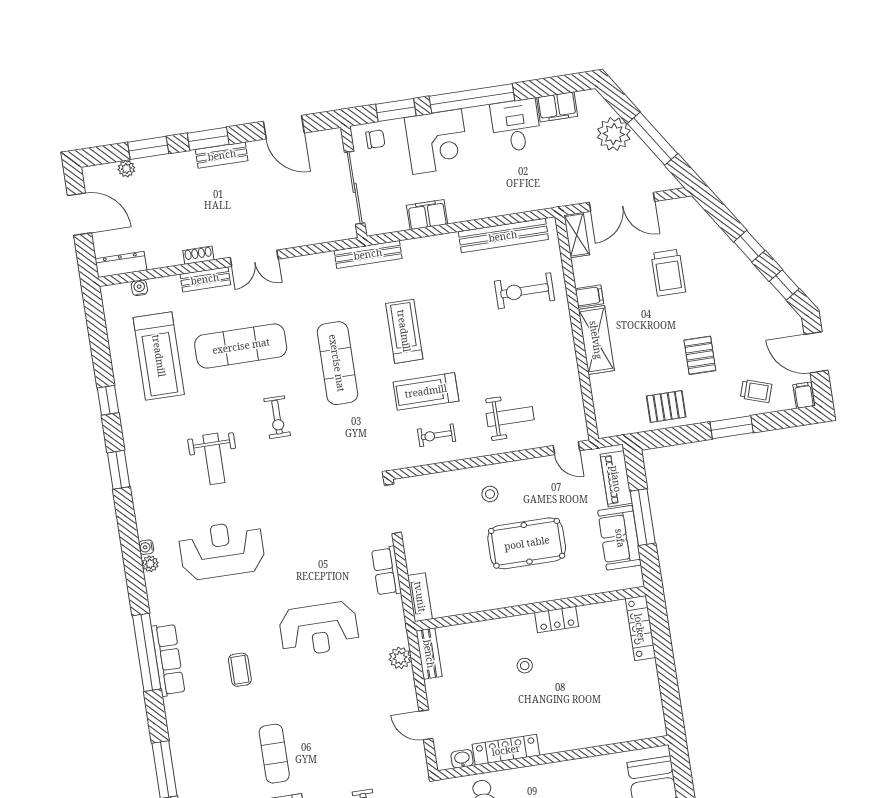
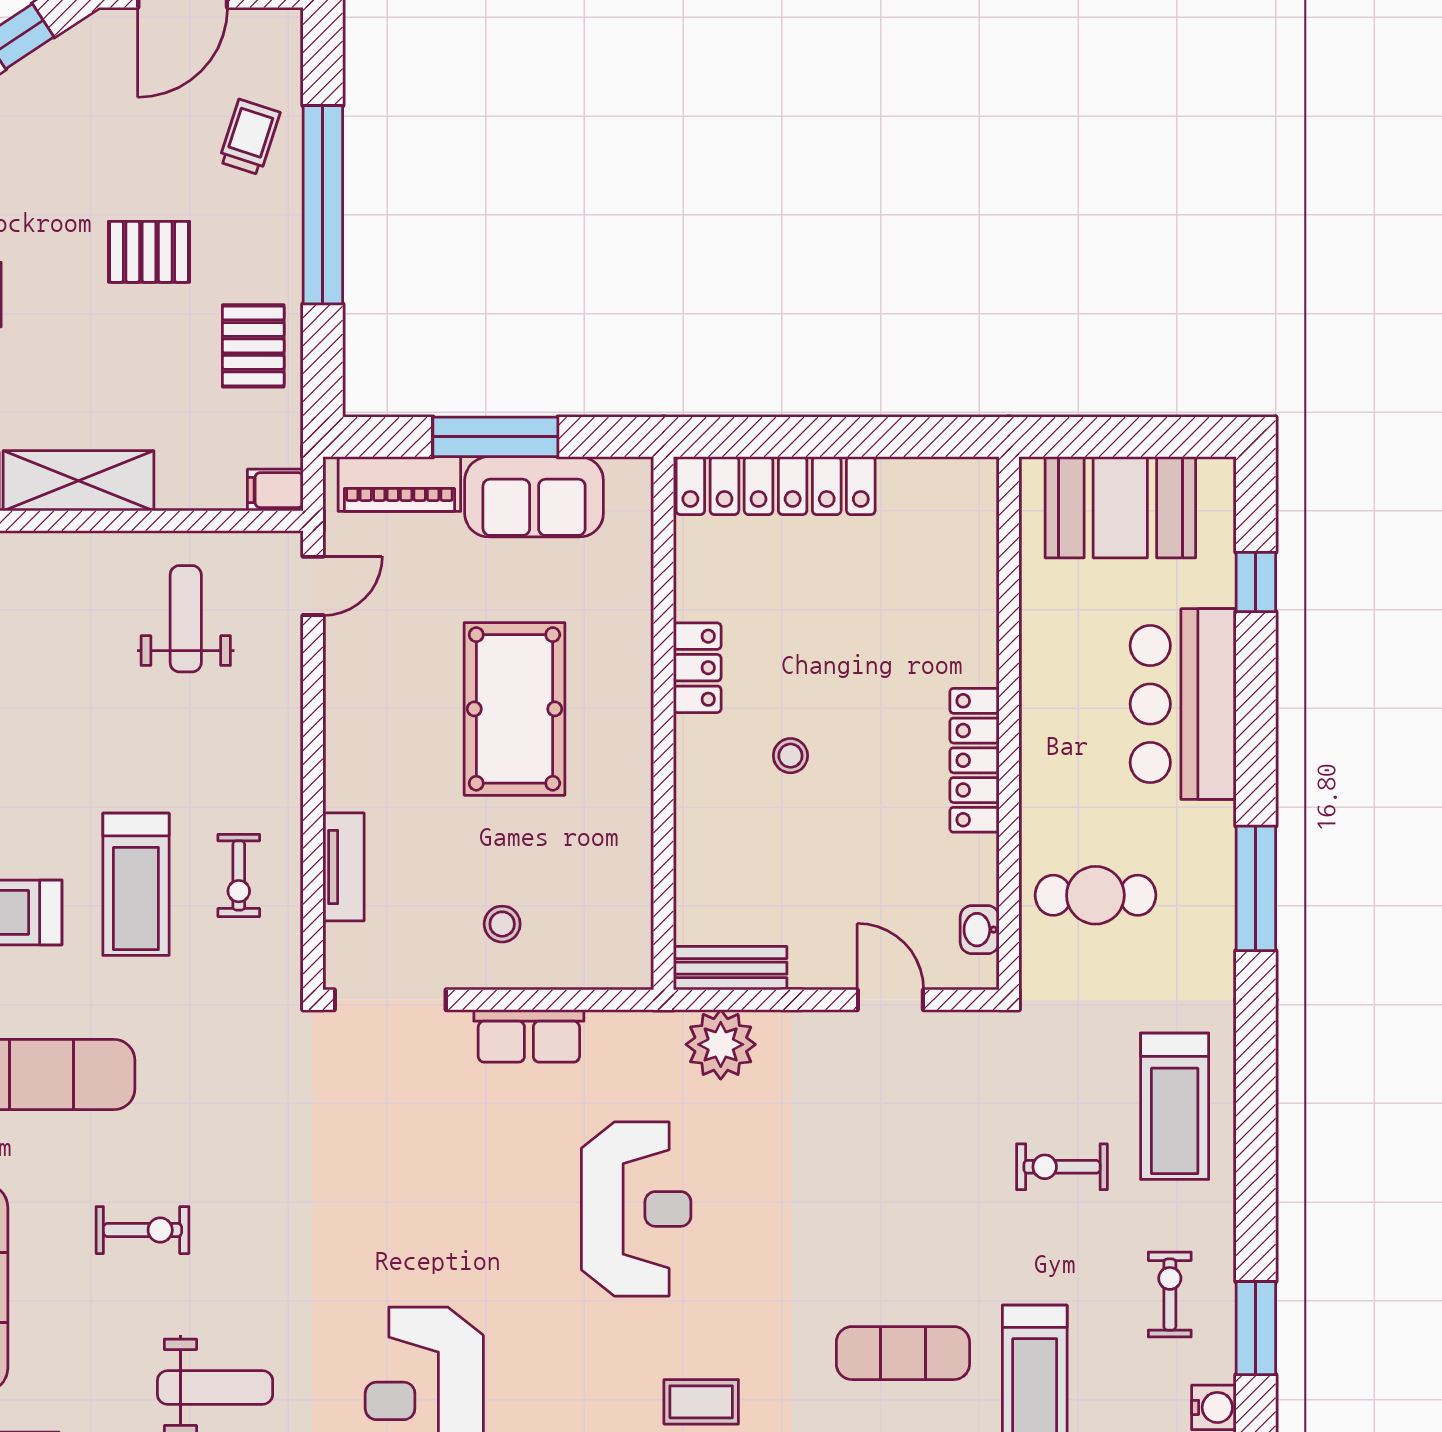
filing cabinet: (804, 395) -> (275, 490), moved
weight bench: (510, 417) -> (186, 619), moved
window: (732, 427) -> (323, 205), width x2.11
stool: (490, 494) -> (502, 924), moved
tv unit: (420, 597) -> (343, 867), moved, turned 90
locker: (640, 628) -> (776, 486), width x1.41, depth x1.21
plant: (400, 658) -> (721, 1044), width x1.36, depth x1.36
door: (426, 725) -> (890, 1000), swing flipped
locker: (506, 750) -> (974, 760), moved

